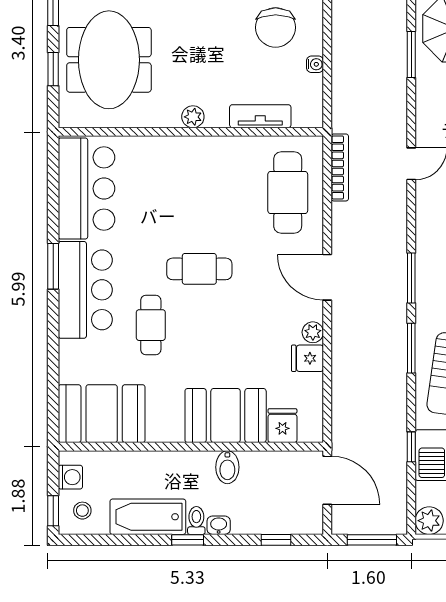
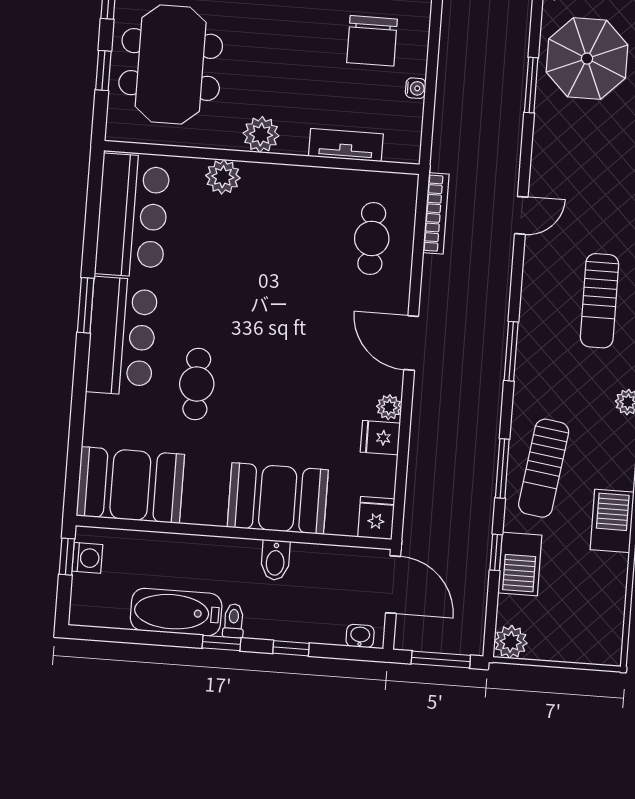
plant: (193, 117) -> (261, 134), width x1.38, depth x1.38
plant: (160, 150) -> (223, 177), added
cafe table: (288, 193) -> (372, 238), width x0.73, depth x0.74
cafe table: (199, 269) -> (260, 322), removed
window: (411, 348) -> (502, 468), moved
fridge: (282, 426) -> (376, 518), moved
window: (53, 511) -> (67, 557), moved
stool: (82, 511) -> (99, 599), removed
washbasin: (219, 525) -> (360, 636), moved
window: (276, 540) -> (291, 648), moved

